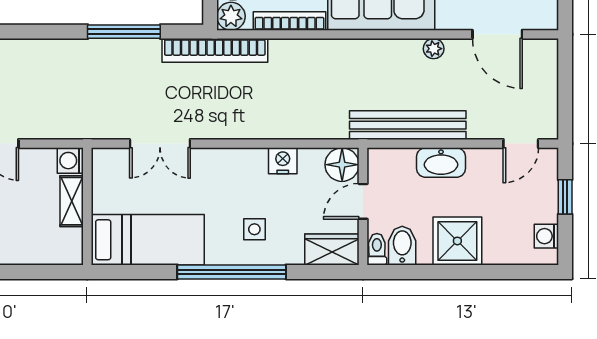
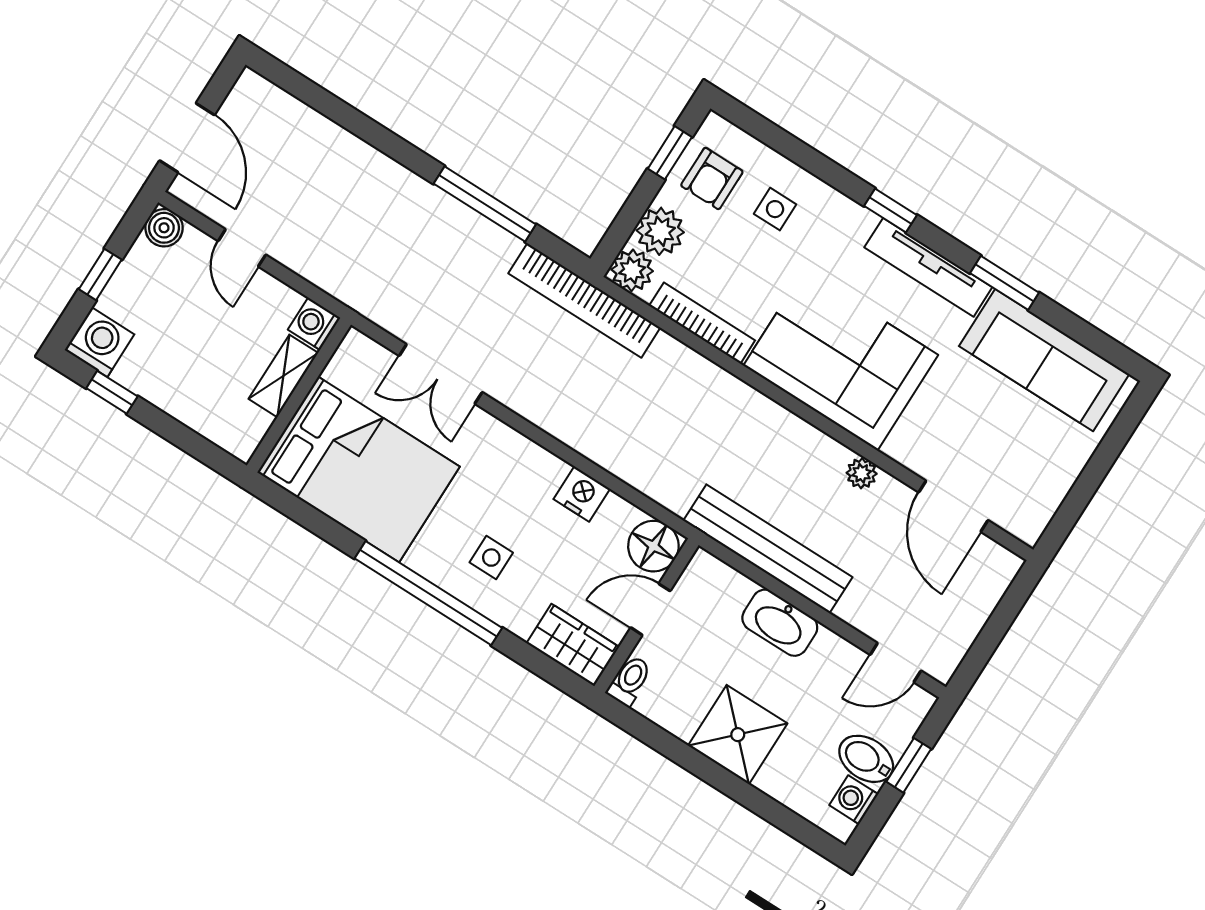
bed: (148, 240) -> (359, 469), width x1.50
bidet: (402, 246) -> (866, 759), moved, turned -90

